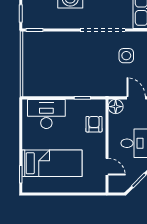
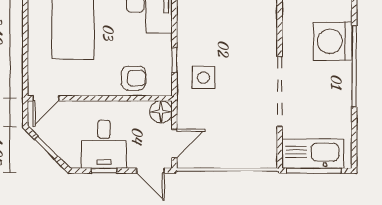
side table: (126, 56) -> (204, 78), moved
door: (107, 167) -> (46, 98), moved

